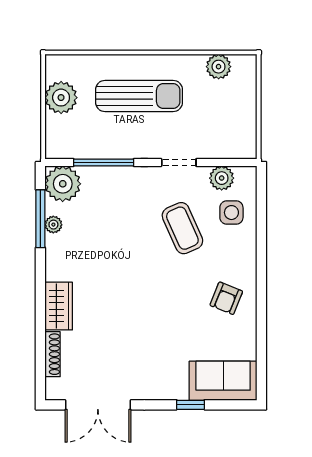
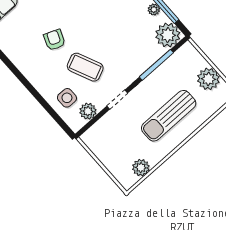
armchair: (226, 298) -> (54, 40), moved

